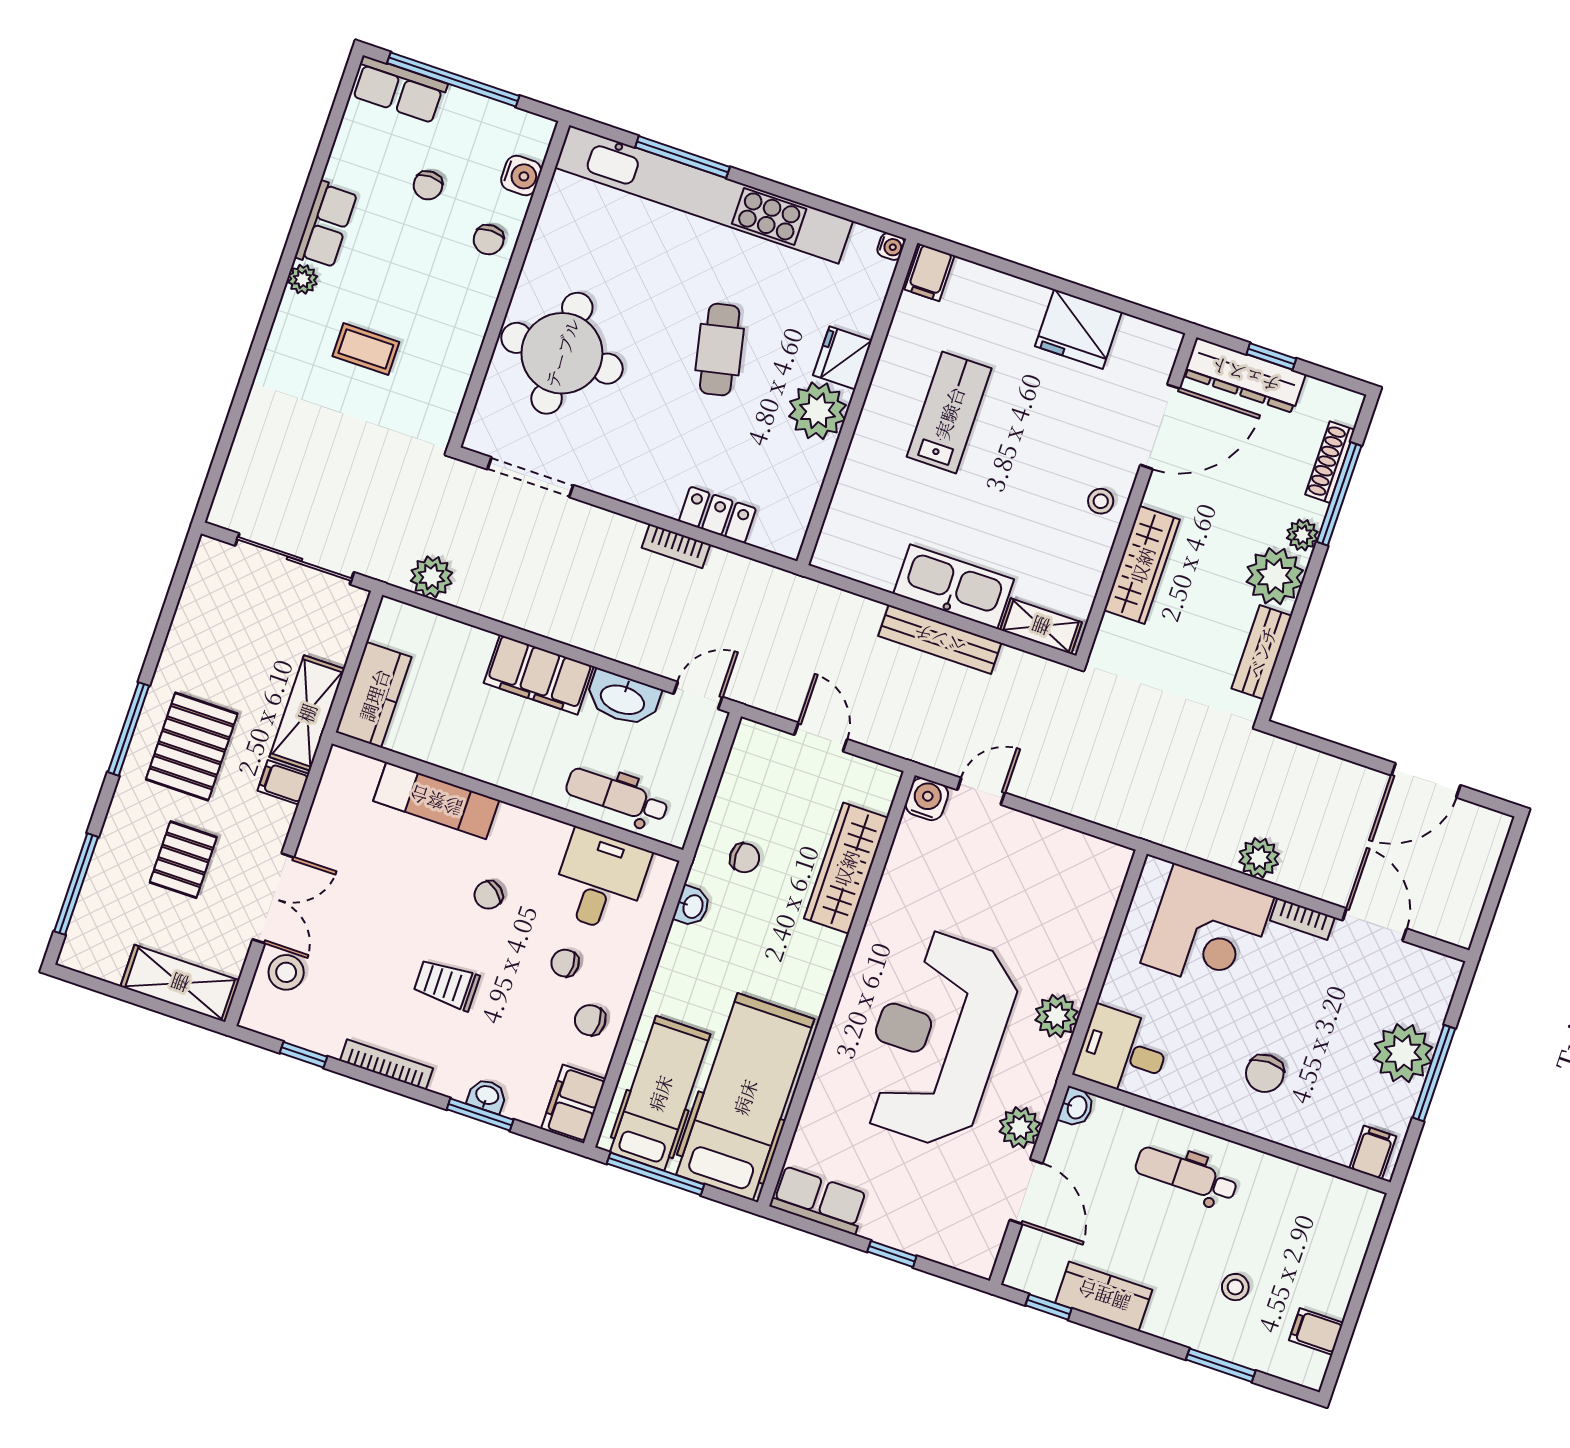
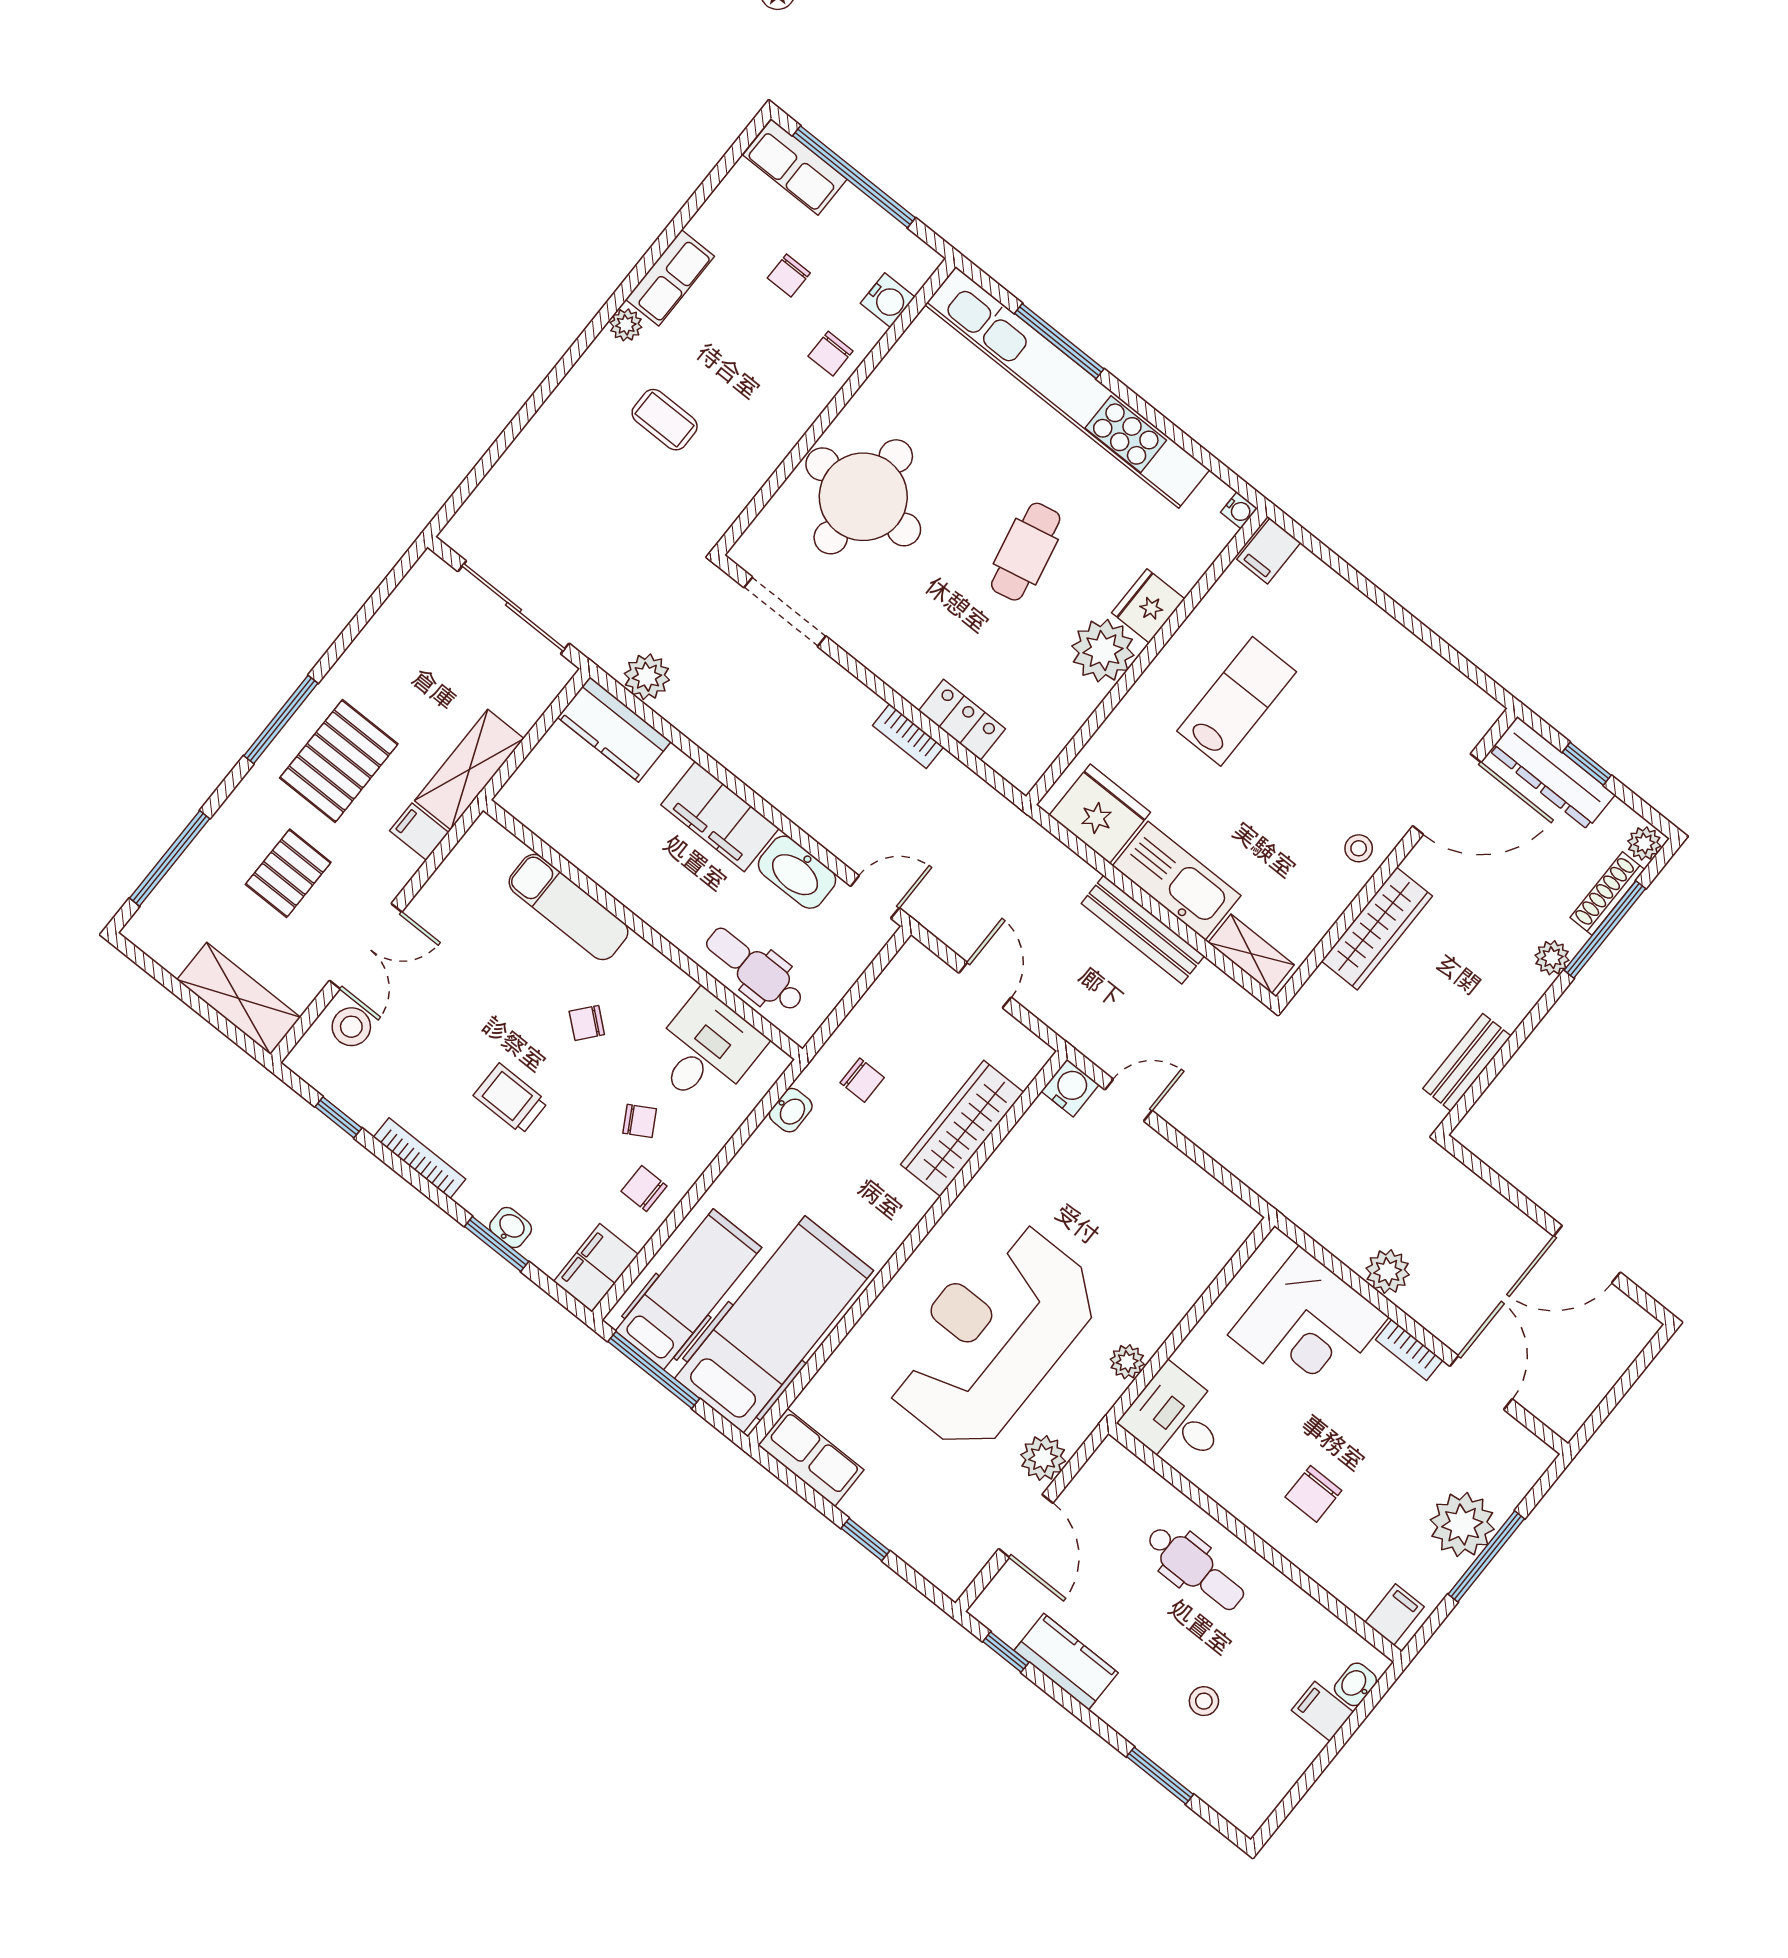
fridge: (1078, 329) -> (1100, 814), moved, turned 180
plant: (1275, 576) -> (1644, 844), moved, width x0.53, depth x0.53
kitchen counter: (374, 695) -> (614, 729), moved, turned 90
chair: (565, 963) -> (640, 1121), turned 150
plant: (1057, 1016) -> (1127, 1362), width x0.73, depth x0.73
washbasin: (1076, 1107) -> (1355, 1684), moved, turned 180
dental chair: (1186, 1175) -> (1195, 1568), turned 180
filing cabinet: (1316, 1331) -> (1322, 1711), moved

